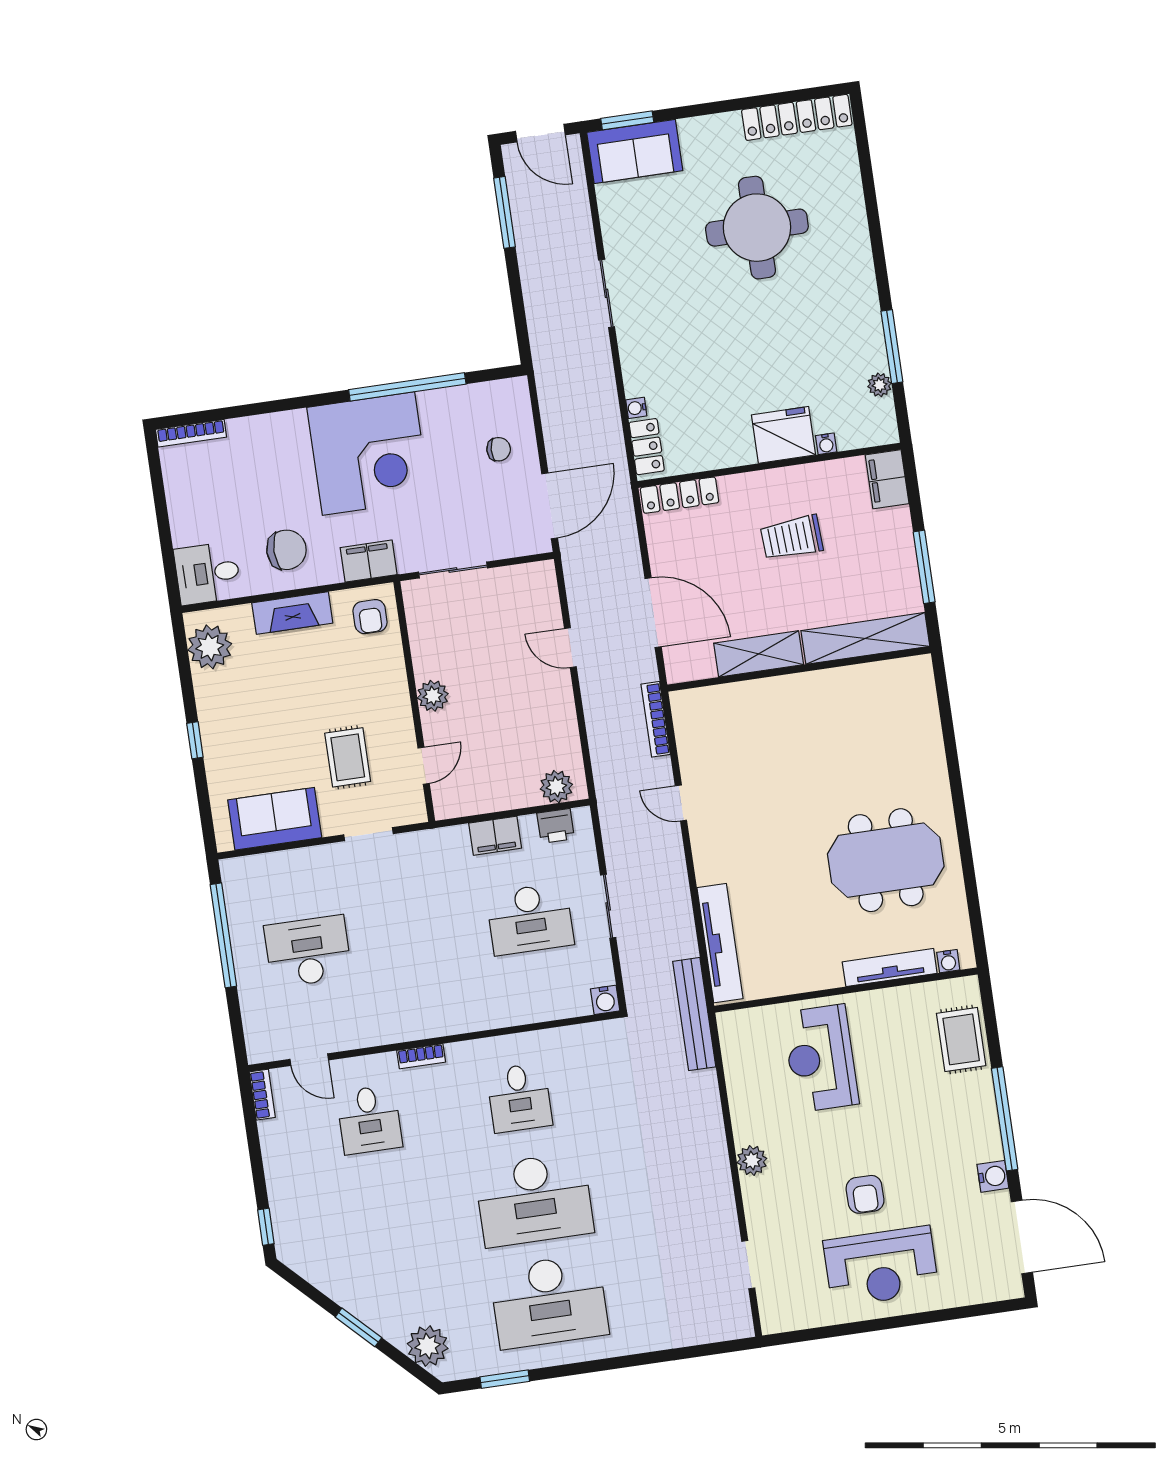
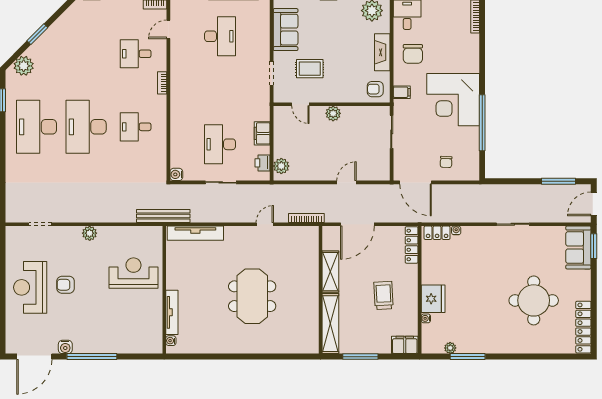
filing cabinet: (369, 561) -> (402, 92), width x0.50
meeting table: (886, 860) -> (252, 296), moved
rug: (961, 1039) -> (133, 341), removed

